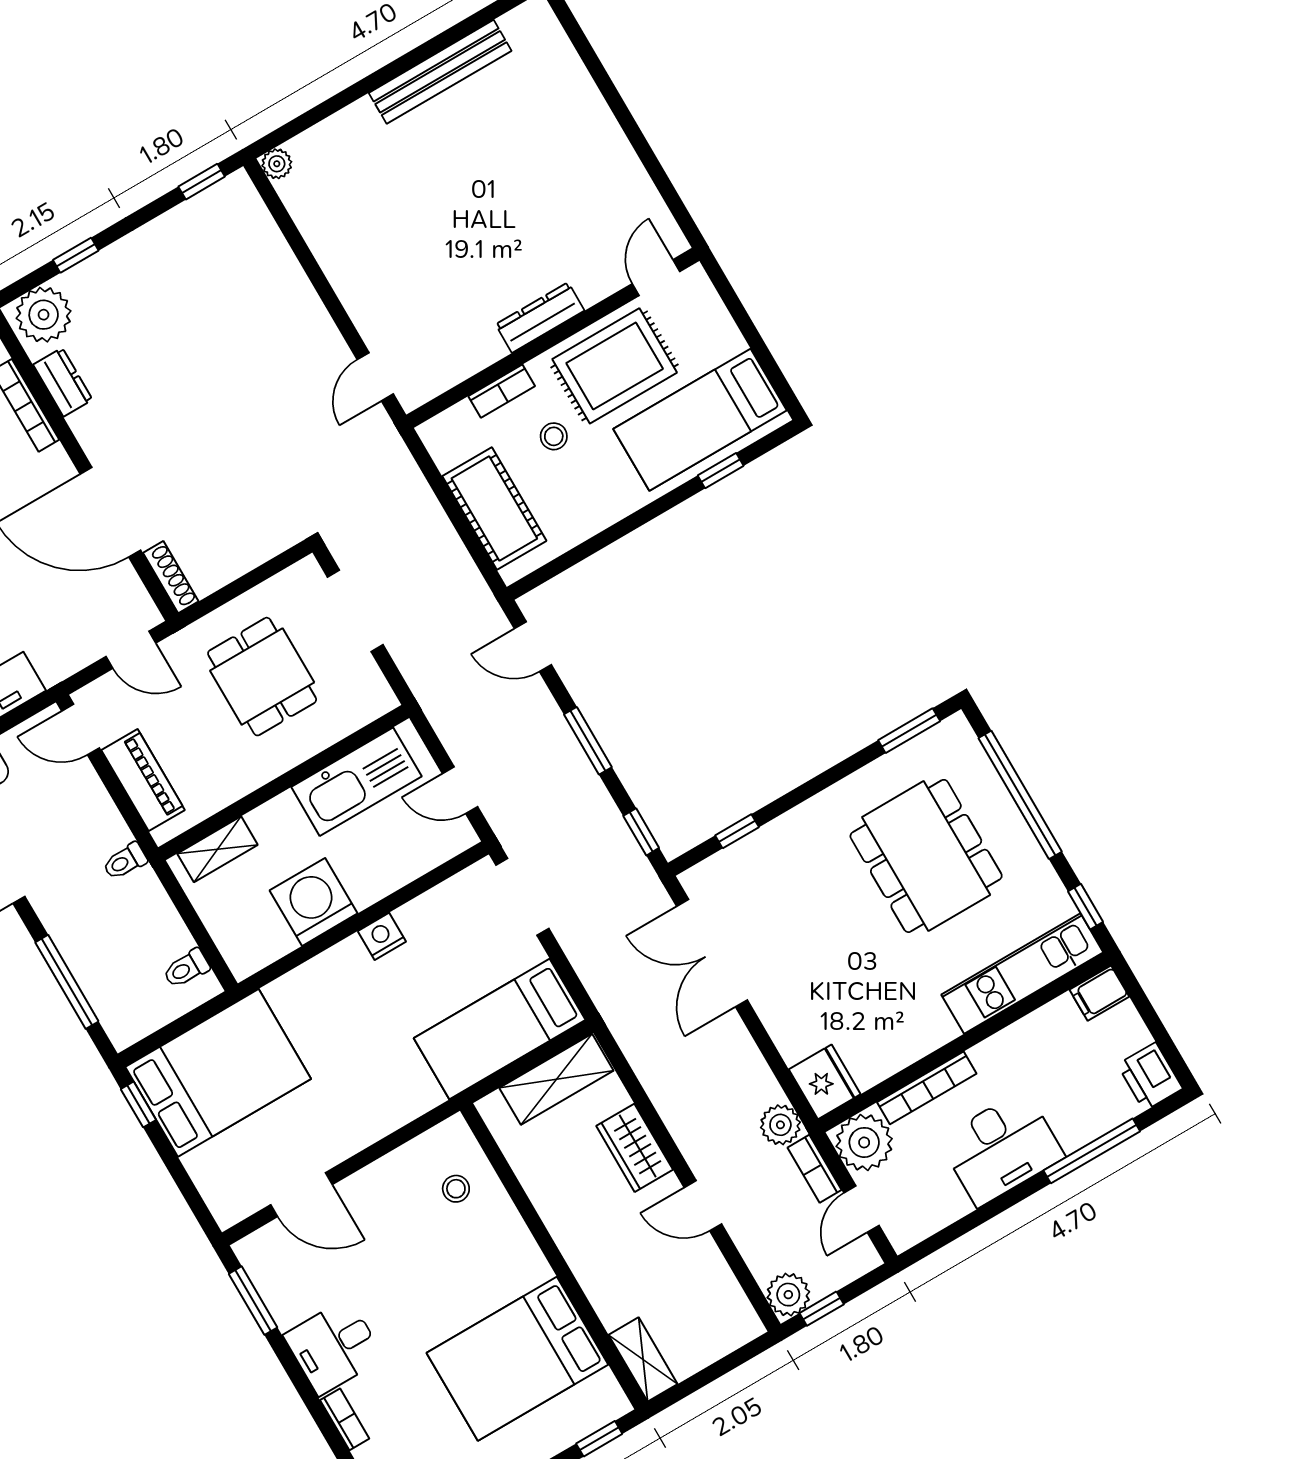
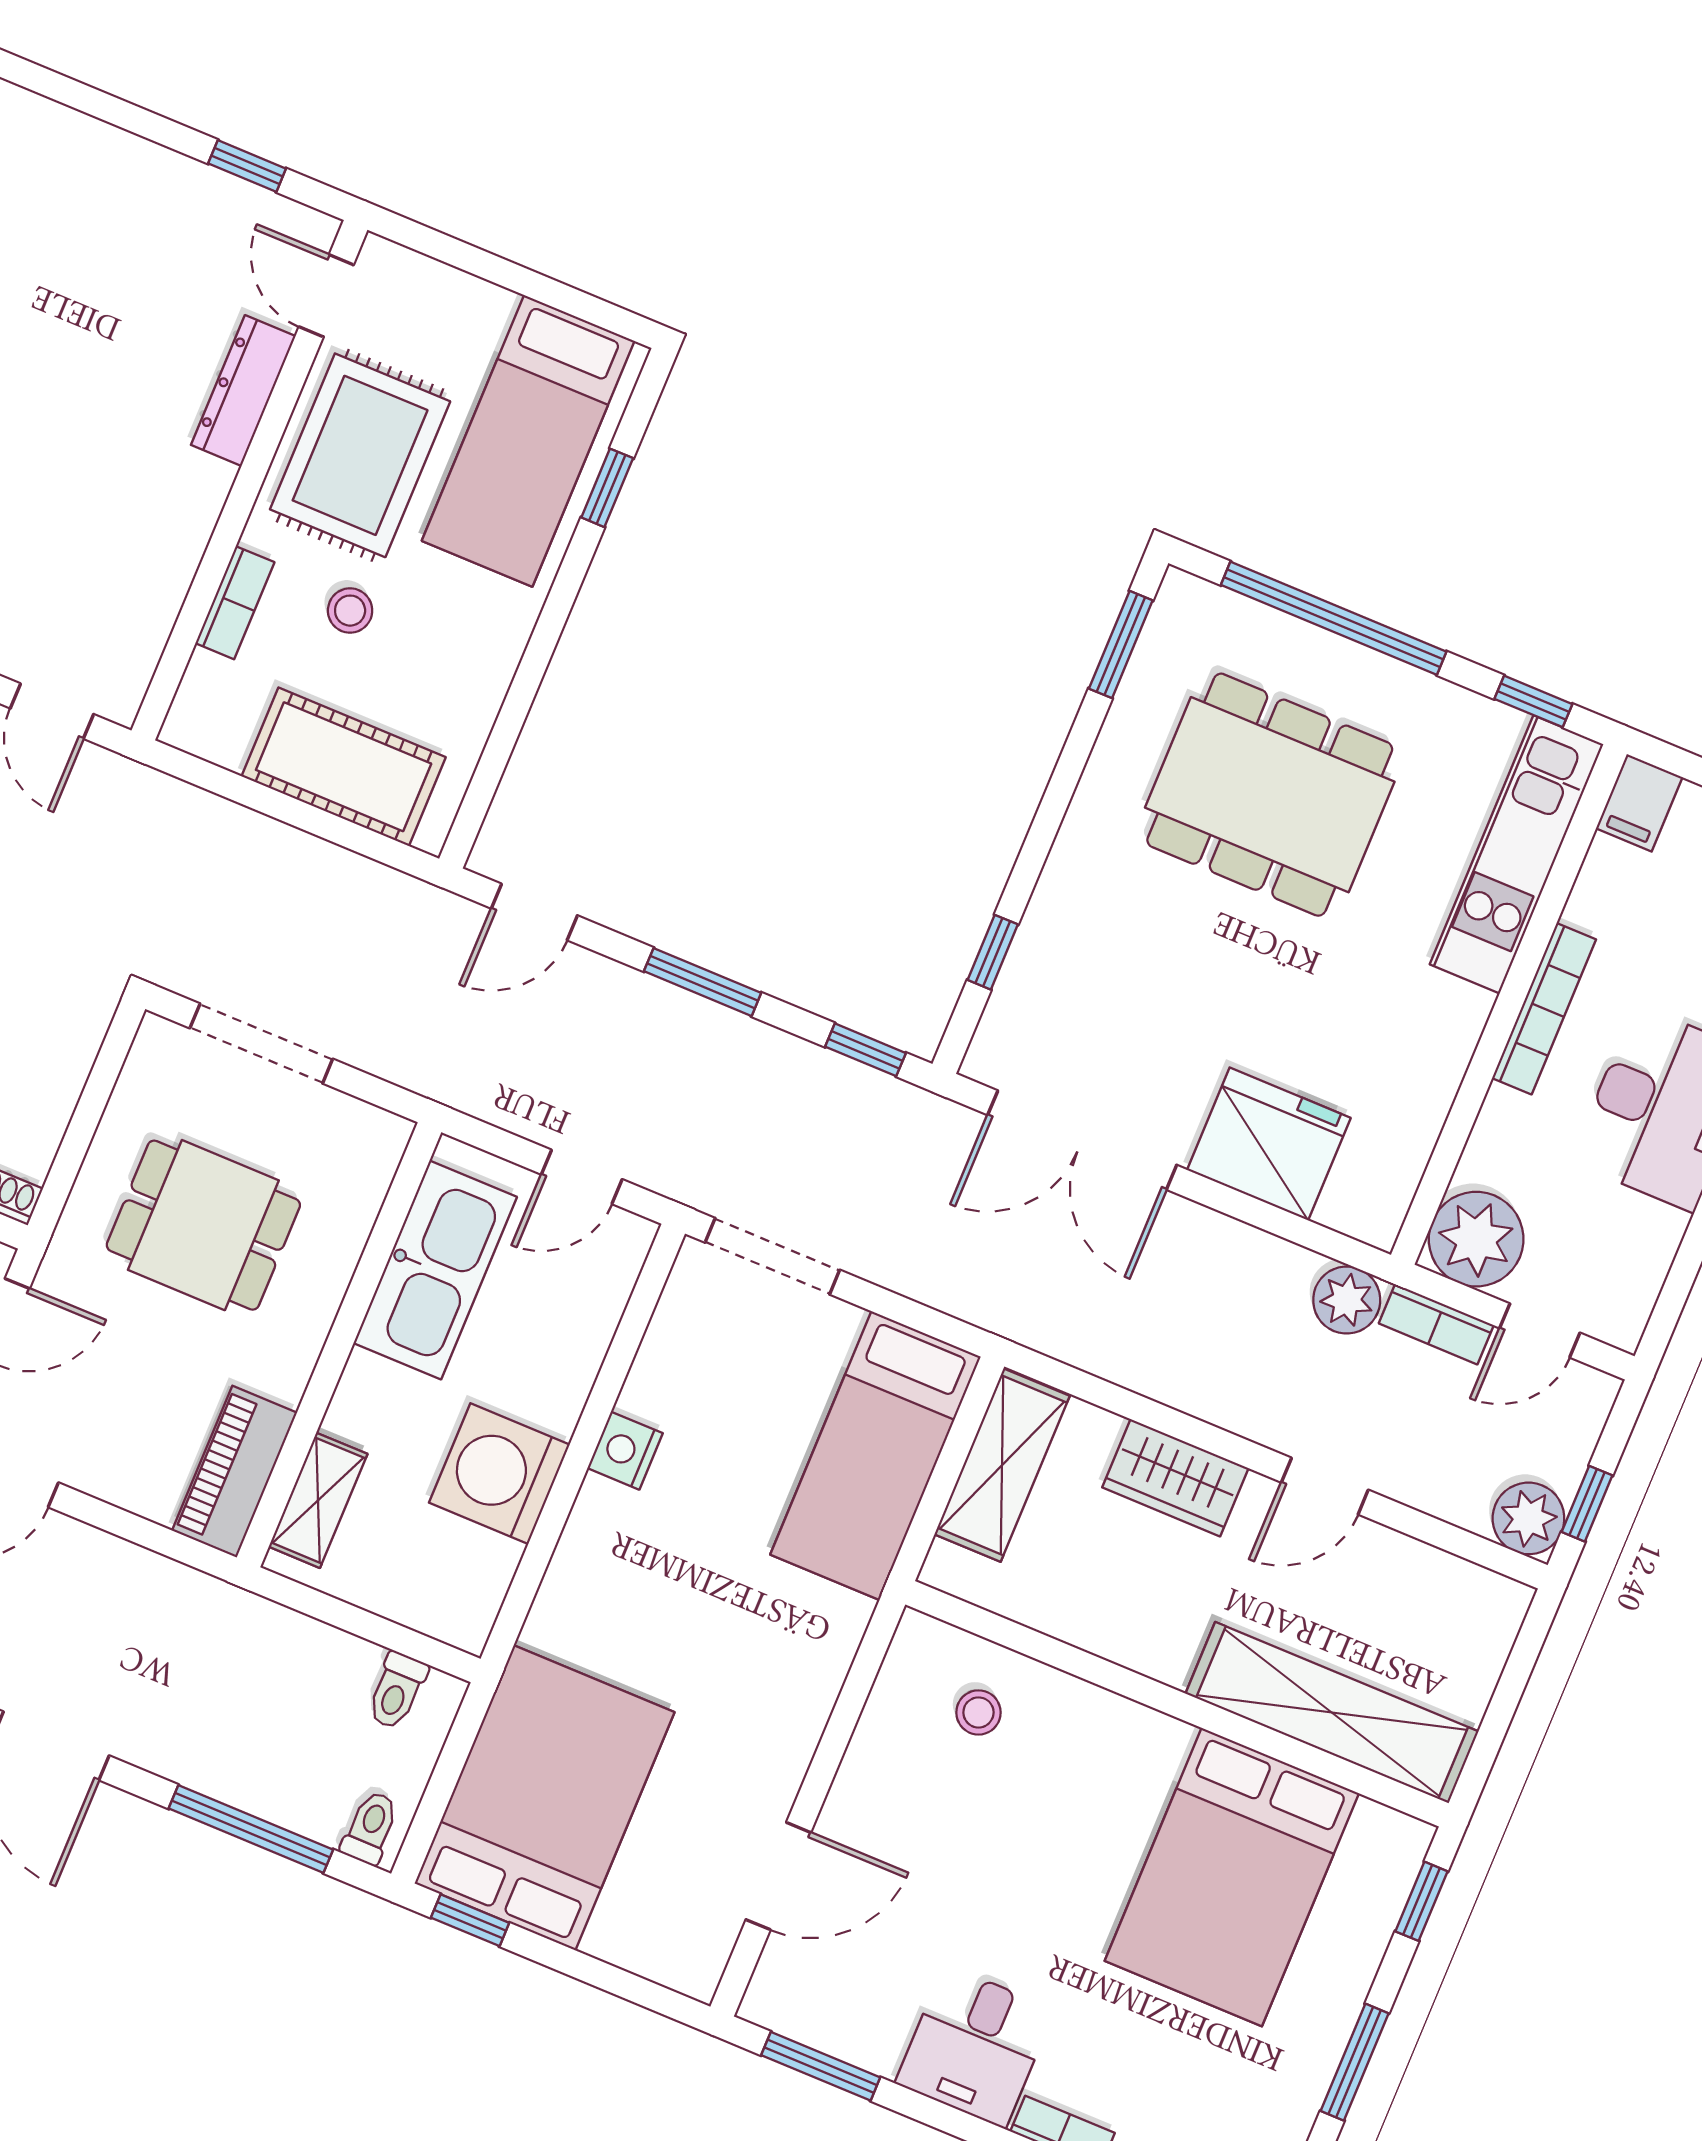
window: (665, 187) -> (247, 166), added
dresser: (540, 318) -> (243, 391), moved
piano: (143, 780) -> (235, 1472), moved, turned -90
toilet: (125, 861) -> (370, 1828), moved, turned 180
fridge: (825, 1082) -> (1269, 1144), moved, width x1.36, depth x1.34
bookcase: (927, 1088) -> (1544, 1009), moved
door: (862, 1209) -> (1540, 1331), hinge flipped
shelving: (643, 1359) -> (1332, 1713), width x2.20, depth x1.33

